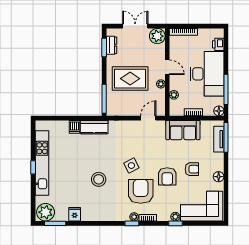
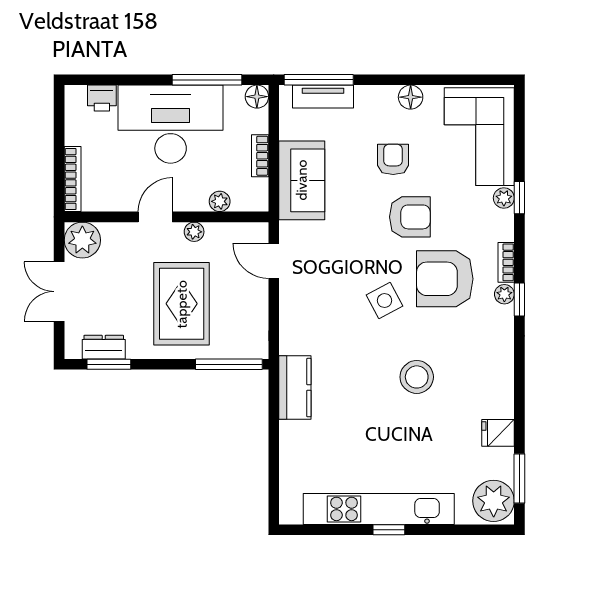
dishwasher: (74, 127) -> (294, 433), removed

